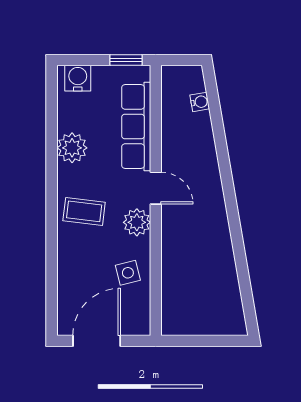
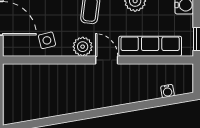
door: (156, 188) -> (107, 60), swing flipped

